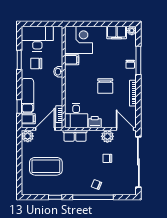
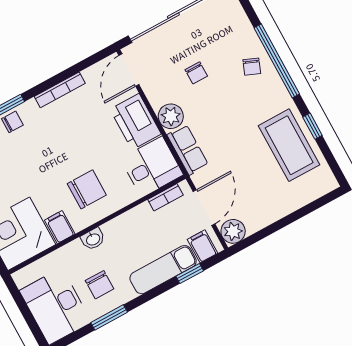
chair: (105, 86) -> (87, 189), moved
printer: (95, 122) -> (136, 122), width x1.87, depth x1.48
door: (45, 129) -> (204, 208), swing flipped
plant: (107, 136) -> (171, 116), moved
coffee table: (46, 166) -> (289, 145), moved

